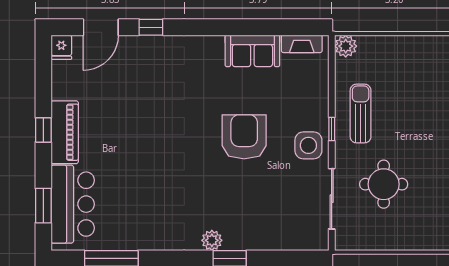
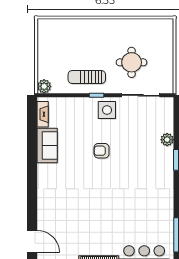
window: (151, 27) -> (32, 210), removed
armchair: (244, 137) -> (102, 151), width x0.53, depth x0.53
plant: (212, 240) -> (167, 140), moved

